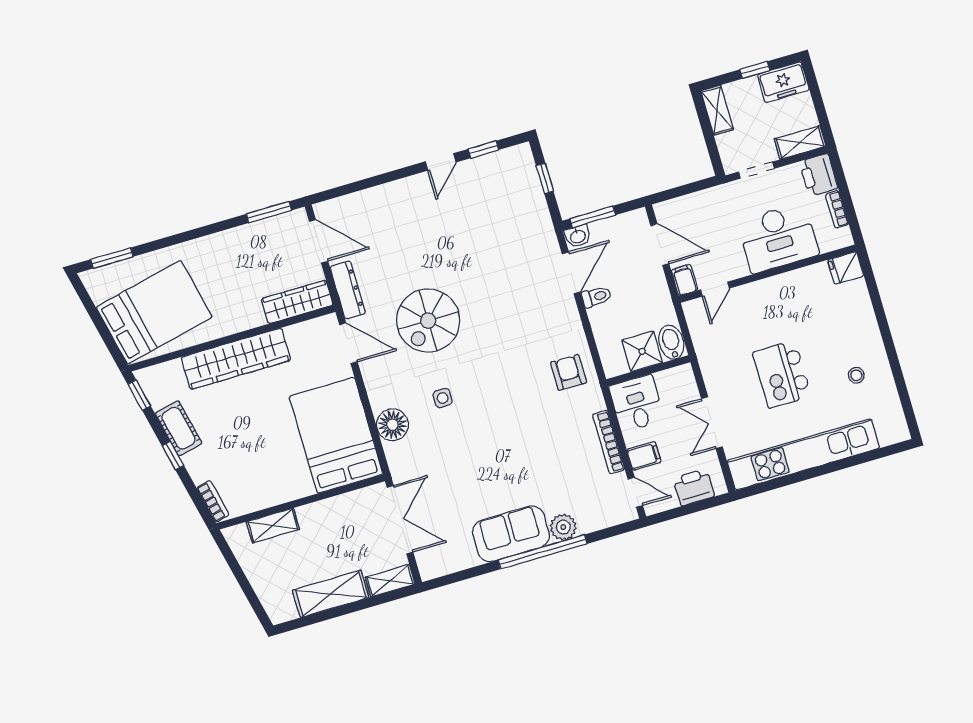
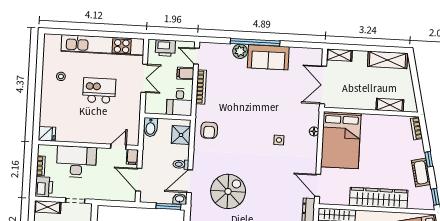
spiral stairs: (428, 321) -> (228, 191), moved
shower: (642, 351) -> (181, 135), moved
kitchen island: (782, 374) -> (99, 90), turned -90
floor lamp: (392, 425) -> (314, 131), width x0.53, depth x0.53
shelving: (331, 594) -> (388, 60), moved

